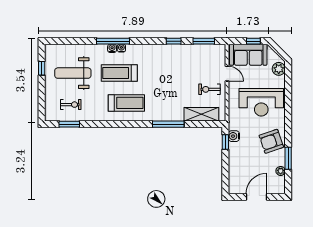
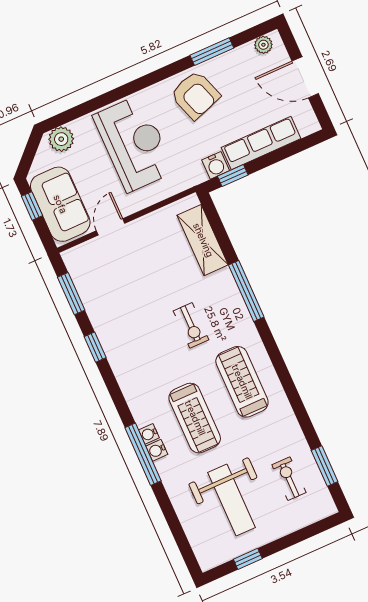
exercise bike: (210, 89) -> (191, 325), moved
row of seats: (235, 162) -> (261, 143), added
plant: (281, 171) -> (263, 45), moved

